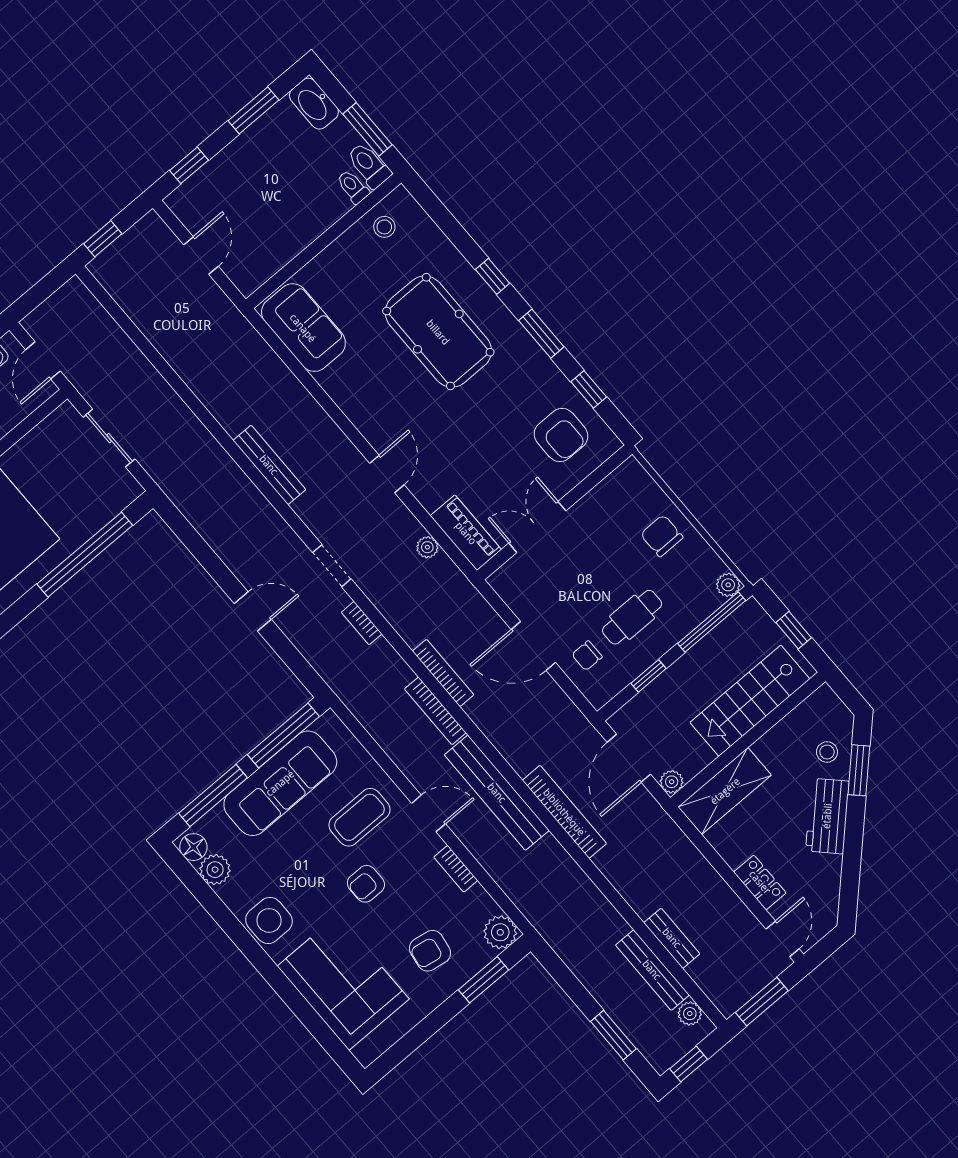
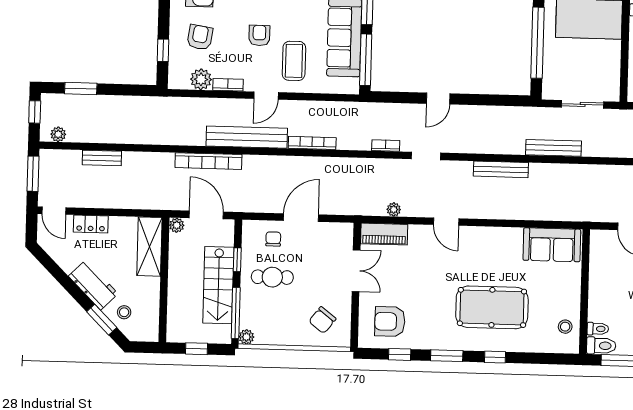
chair: (662, 536) -> (322, 320), moved, turned 128
cafe table: (632, 617) -> (272, 277), turned 90
bookcase: (443, 673) -> (327, 163), removed
stairs: (750, 701) -> (218, 285), moved, turned 180
plant: (500, 932) -> (201, 79), moved
bench: (652, 970) -> (553, 148), moved
window: (483, 980) -> (163, 50), width x0.67

